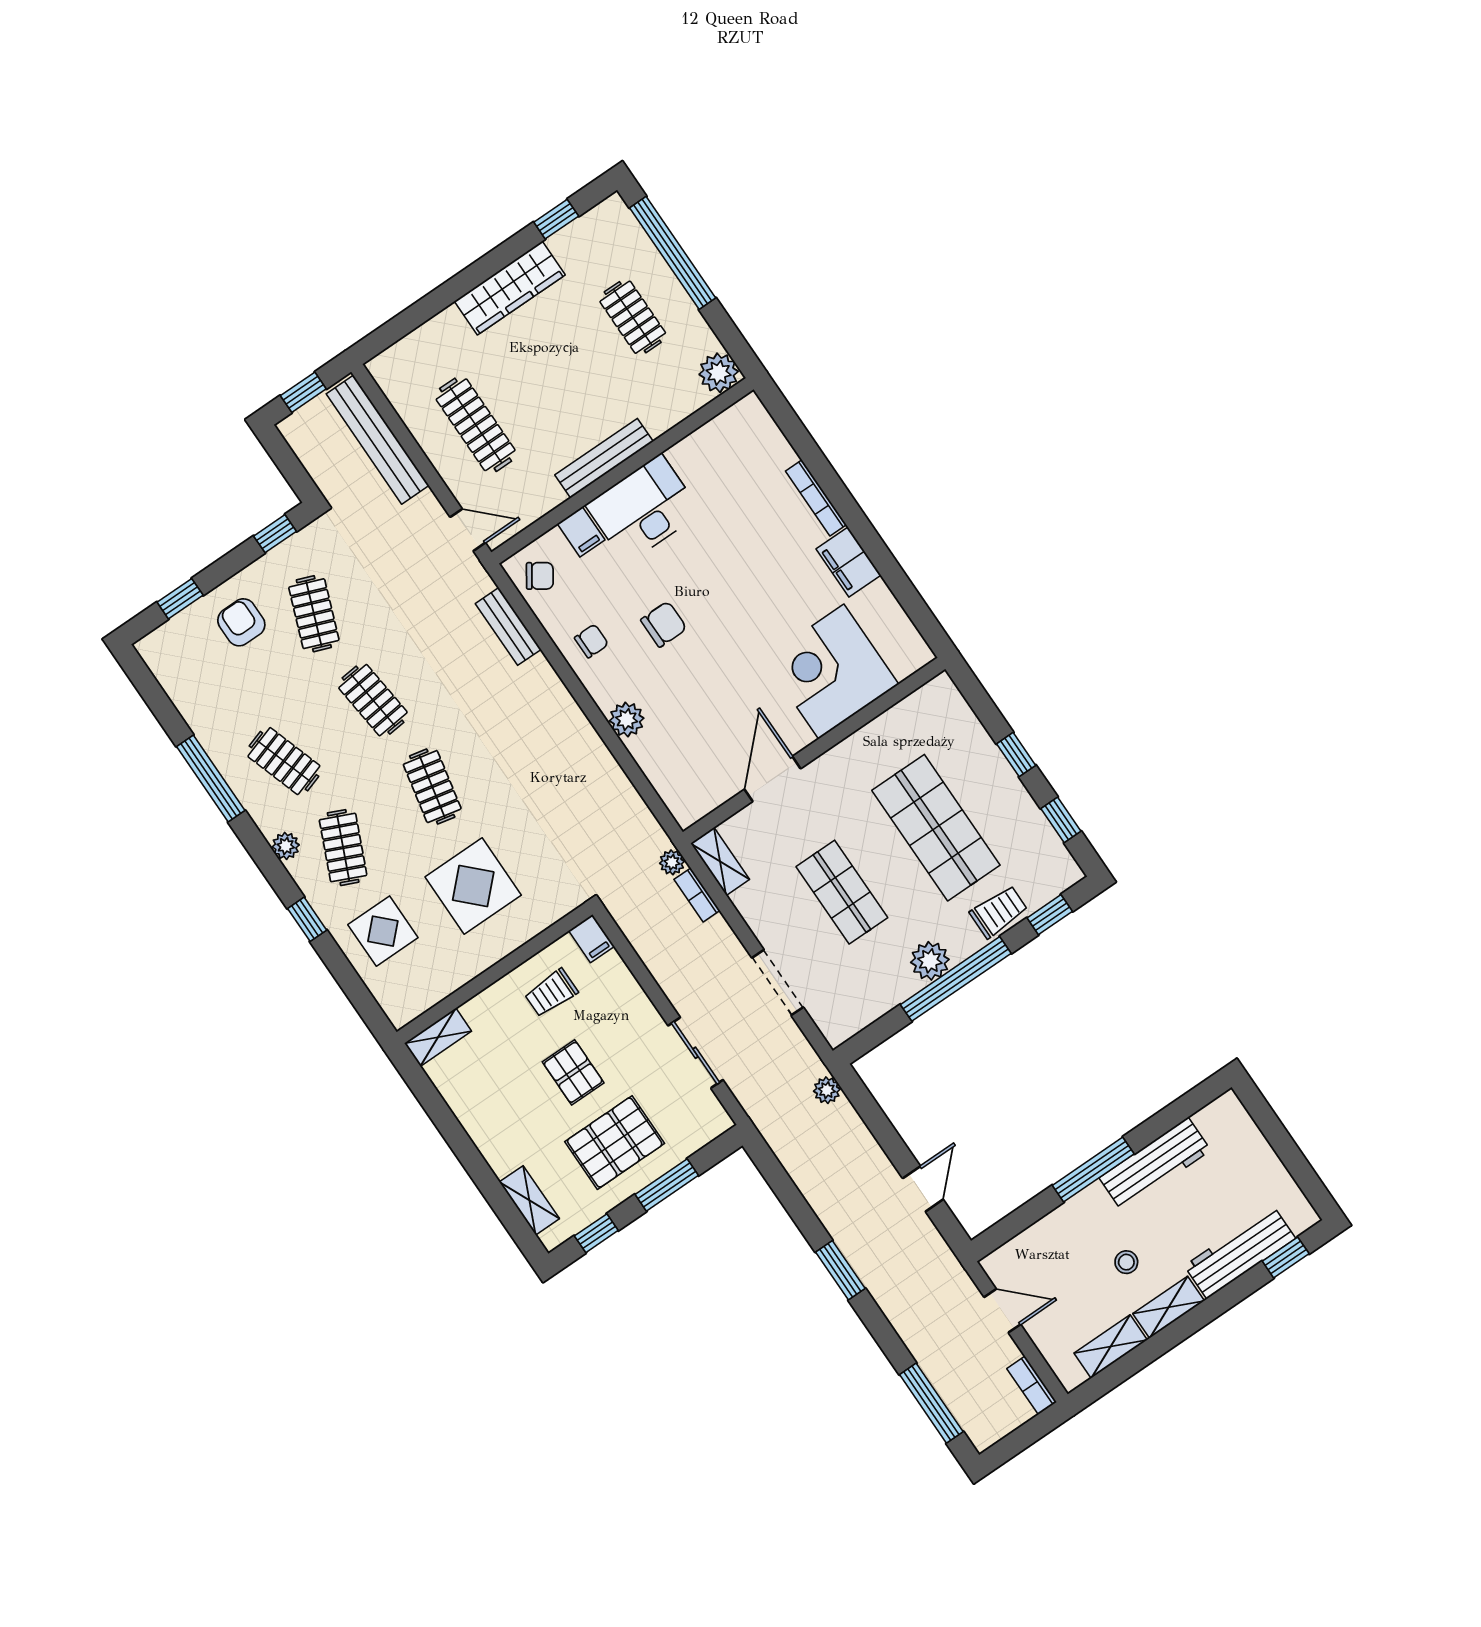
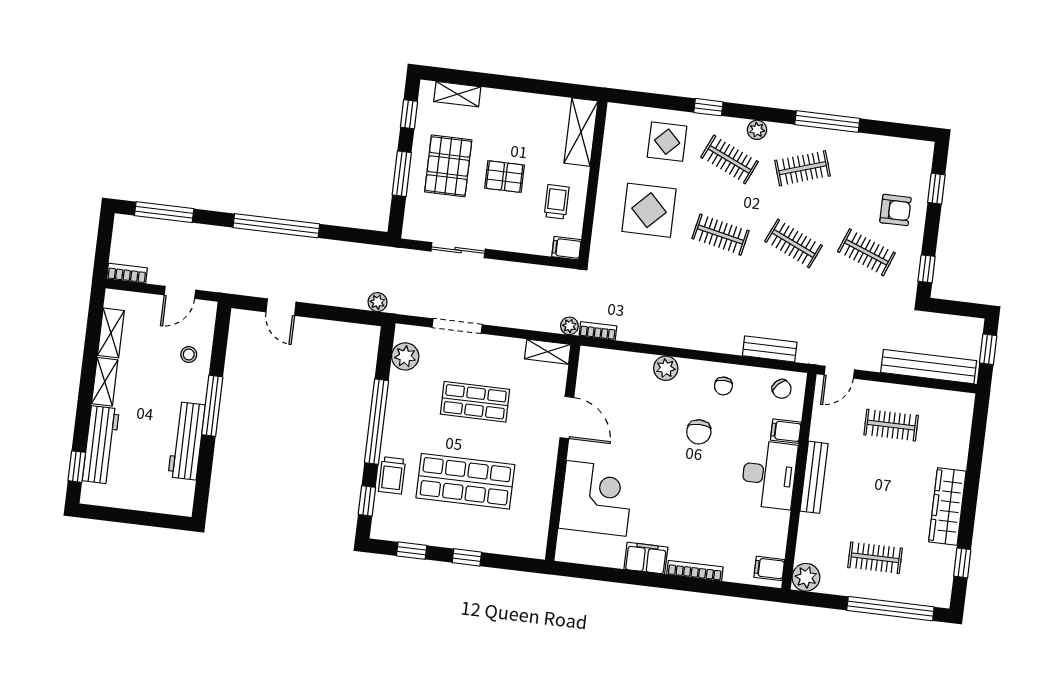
filing cabinet: (744, 420) -> (769, 568), added
clothes rail: (476, 425) -> (891, 425), width x0.73
chair: (540, 576) -> (782, 389), turned -80
clothes rail: (373, 700) -> (793, 243), turned 30
bookcase: (697, 895) -> (598, 331), moved
plant: (930, 961) -> (405, 356), moved
shelving: (438, 1037) -> (581, 132), width x1.50, depth x1.33
stool: (1126, 1262) -> (189, 354), moved
window: (840, 1270) -> (276, 226), width x2.11

